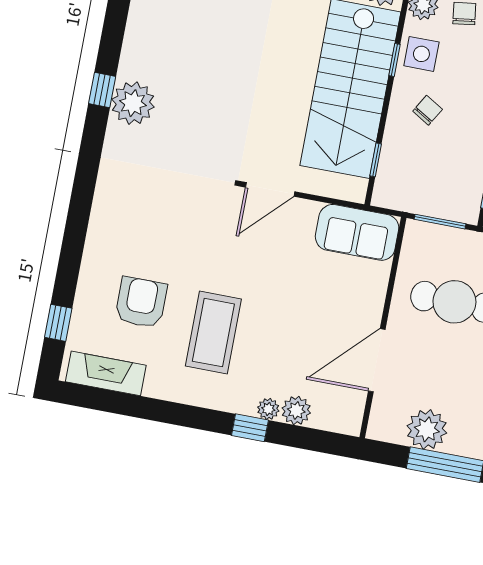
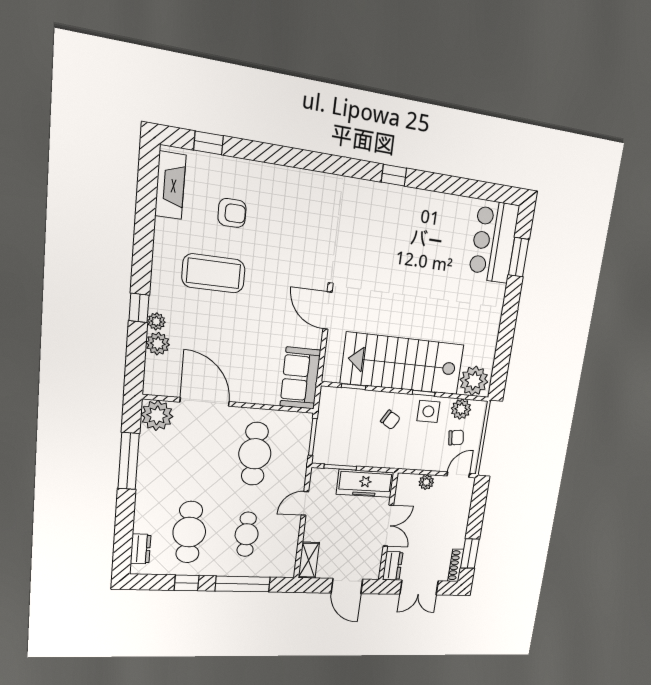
plant: (133, 103) -> (385, 200), removed
armchair: (141, 302) -> (232, 213), width x0.72, depth x0.72
plant: (427, 429) -> (157, 415), moved

